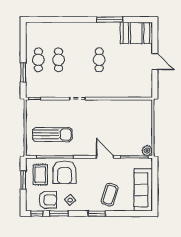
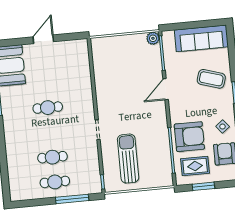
window: (23, 73) -> (72, 199), width x1.44
sun lounger: (52, 135) -> (128, 159), moved

